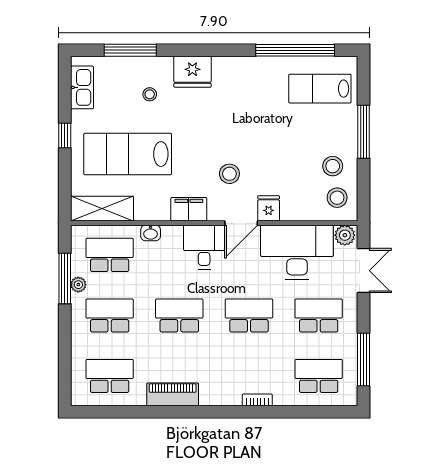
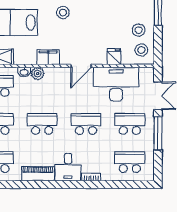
stool: (229, 174) -> (63, 13), moved
fridge: (269, 208) -> (114, 57), moved
plant: (345, 235) -> (38, 74), moved
desk: (204, 247) -> (68, 167), moved, turned 180
window: (363, 360) -> (158, 133), moved

